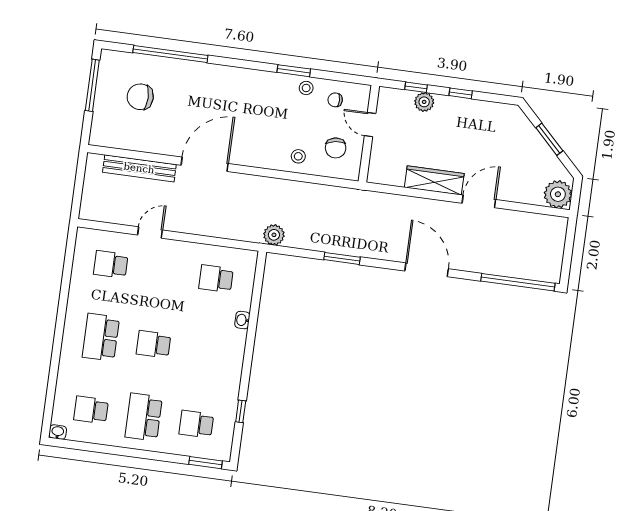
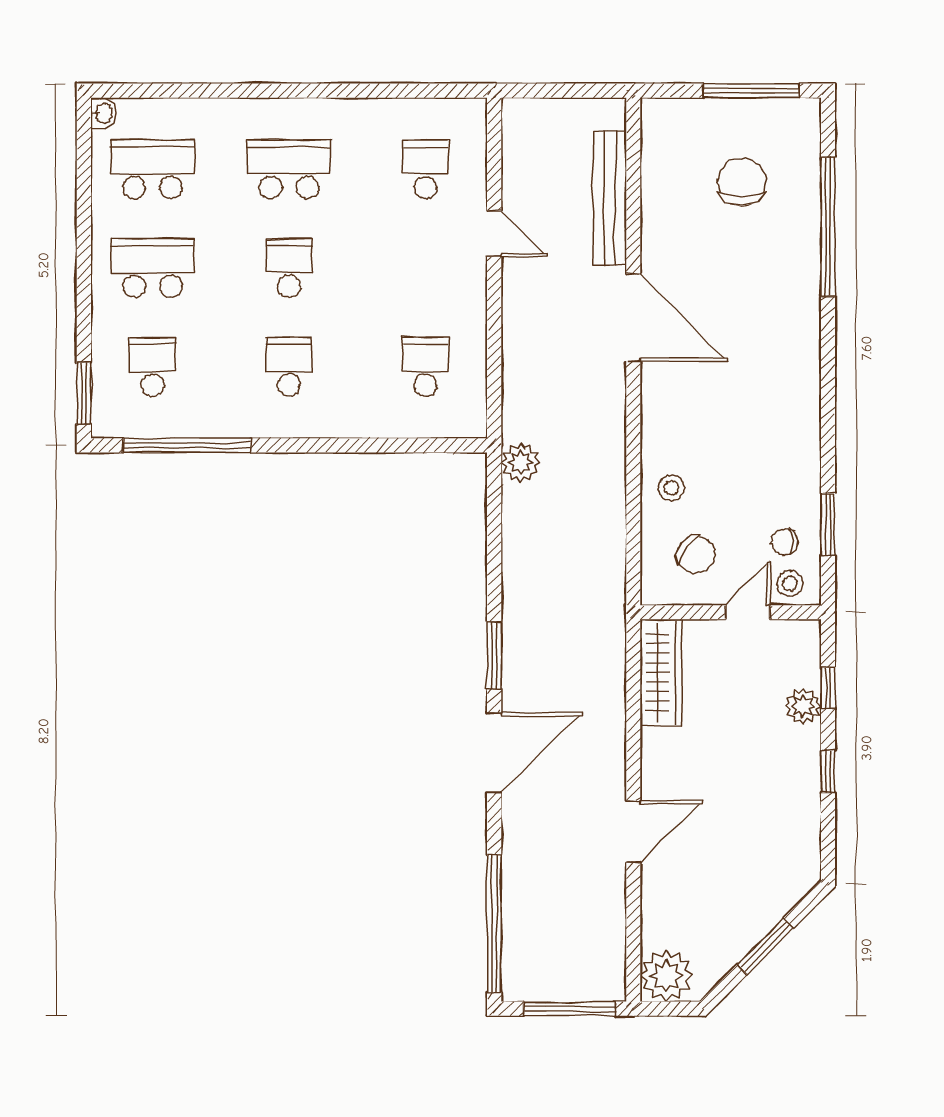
window: (294, 71) -> (828, 524), moved
stool: (306, 88) -> (790, 583), moved
chair: (335, 100) -> (785, 542), turned -94
chair: (336, 148) -> (696, 555), turned -134
wardrobe: (434, 180) -> (661, 672), moved
door: (479, 201) -> (633, 832), hinge flipped
window: (568, 248) -> (569, 1009), added
window: (342, 258) -> (494, 655), moved
washbasin: (242, 320) -> (356, 426), removed
school desk: (206, 351) -> (289, 367), added
school desk: (91, 410) -> (153, 169), width x1.85
window: (241, 411) -> (187, 445), width x3.17

